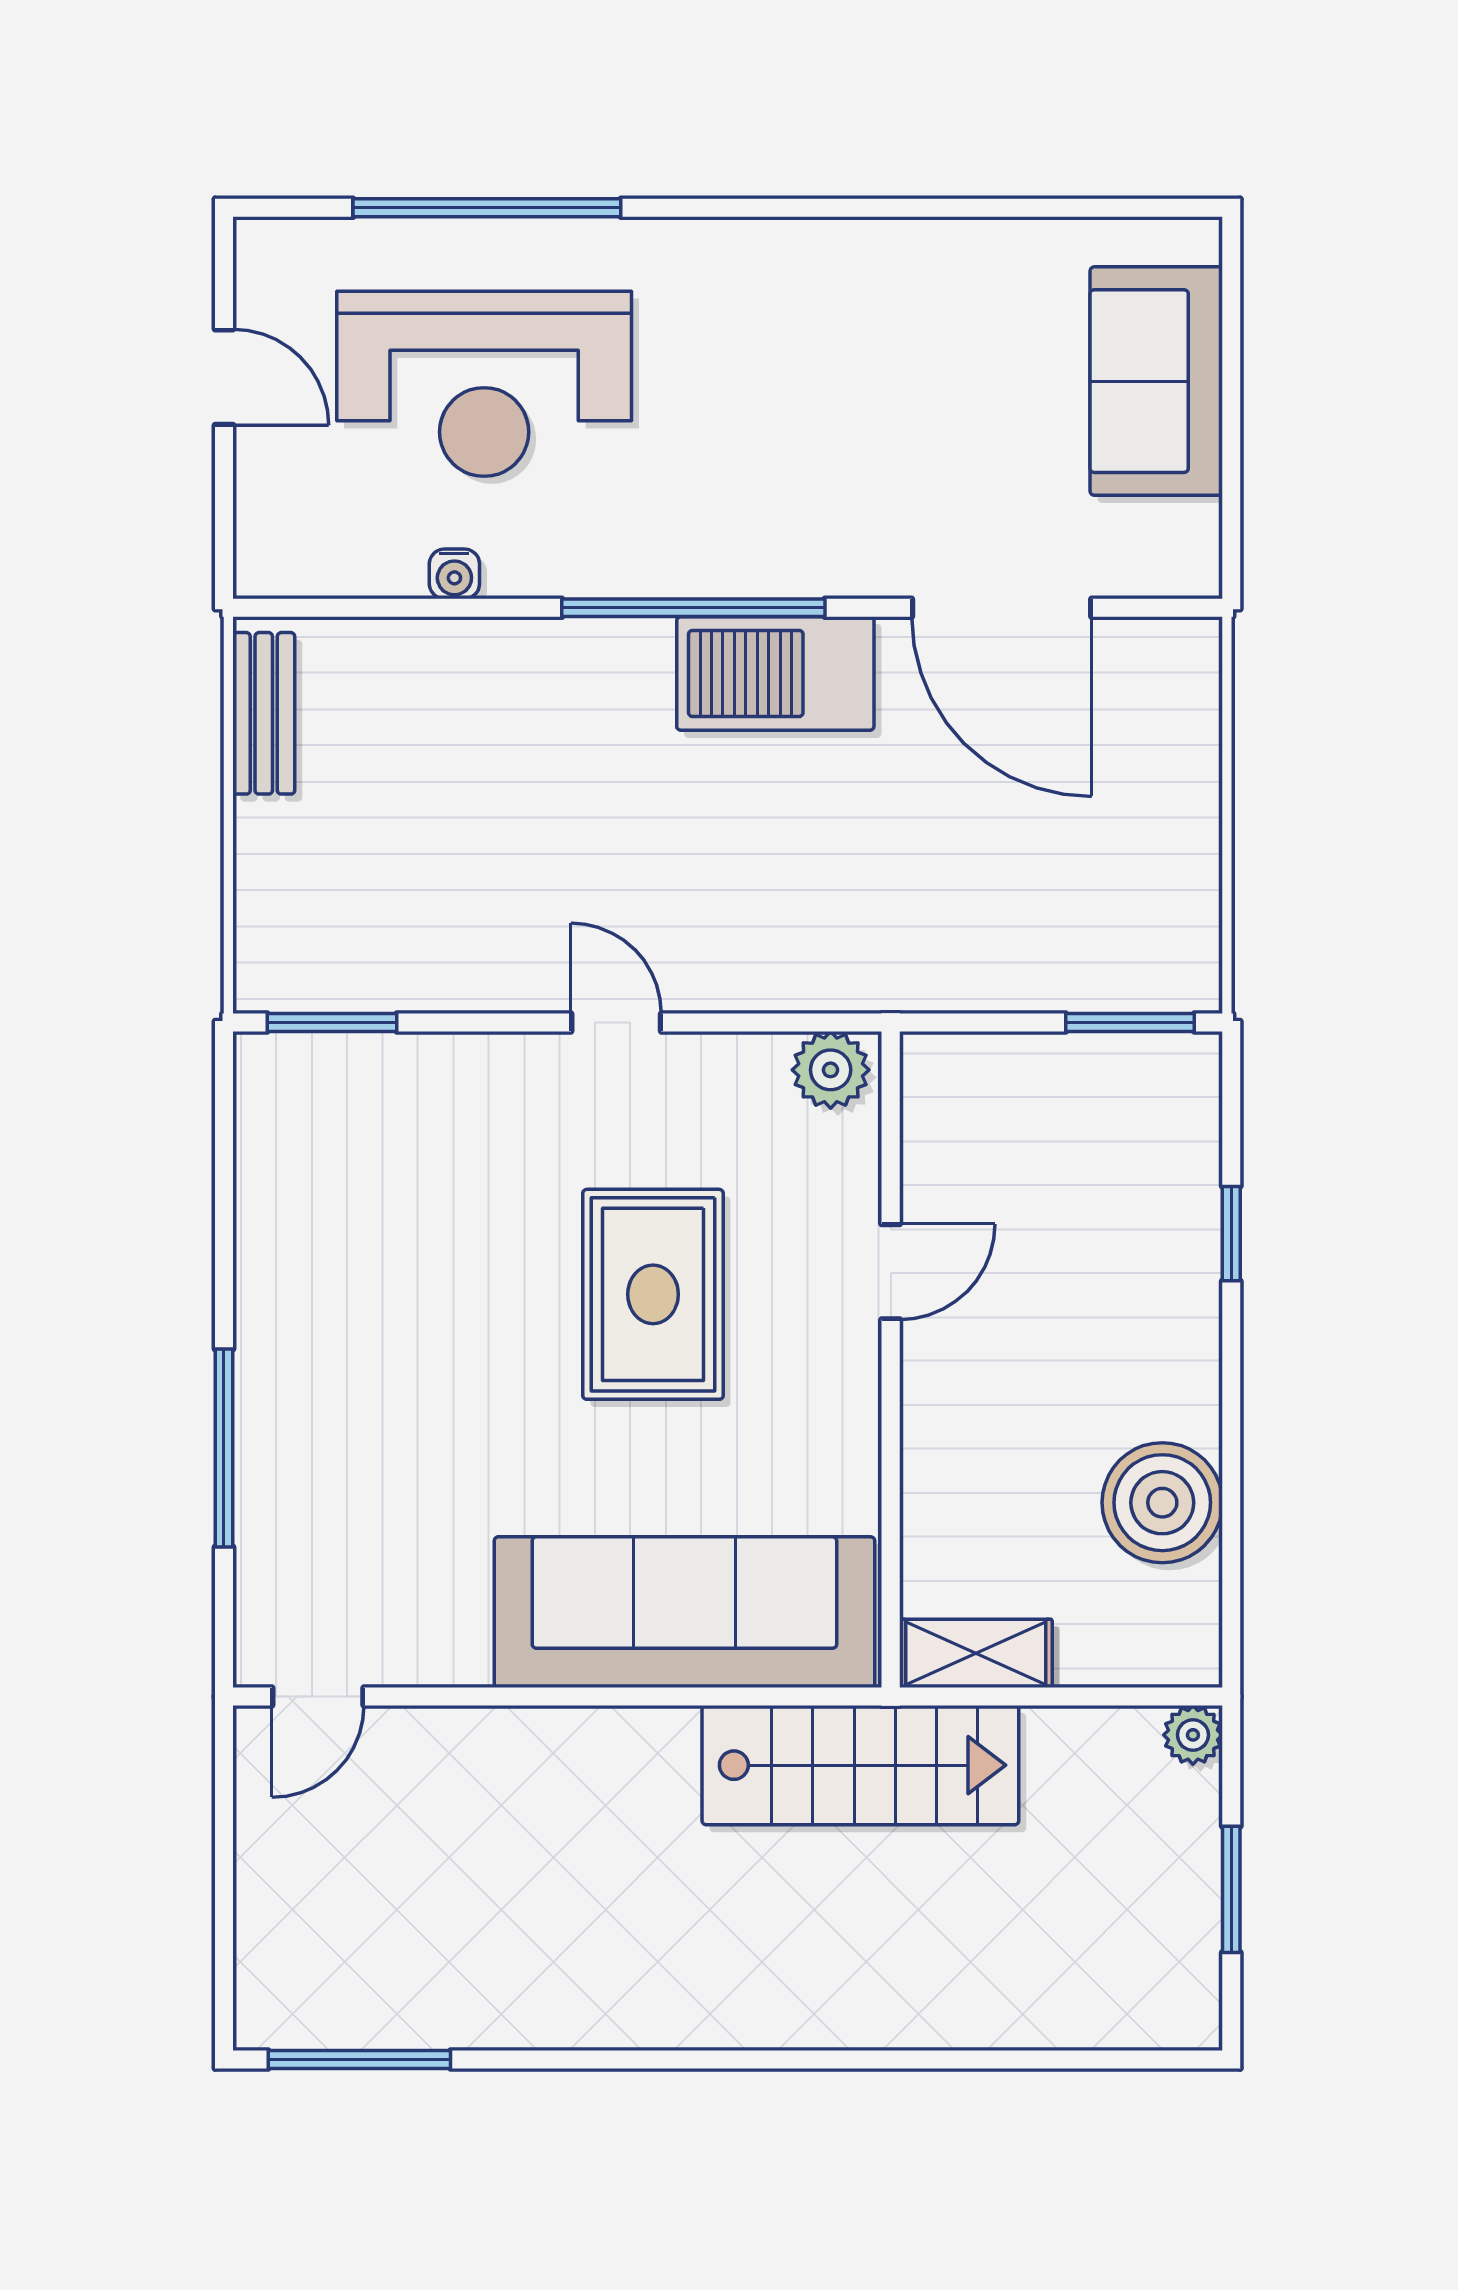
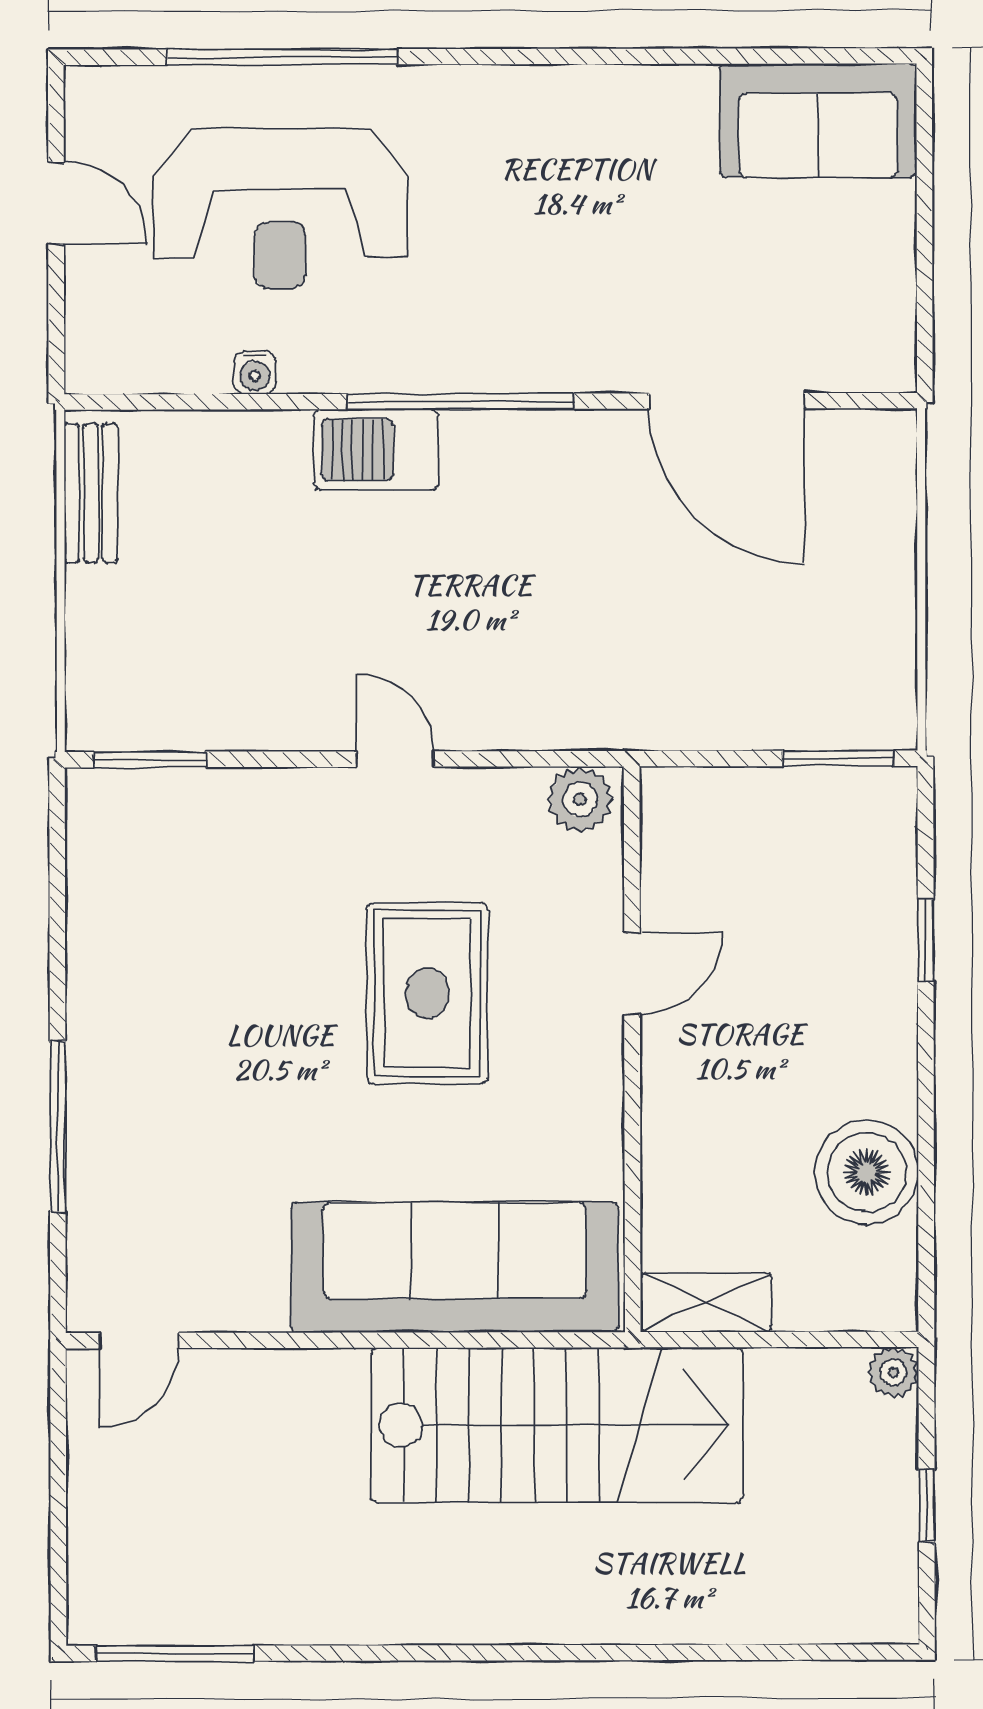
sofa: (1156, 381) -> (818, 121), moved, turned -90
barbecue: (775, 673) -> (376, 450), moved, width x0.73, depth x0.83
stairs: (860, 1765) -> (557, 1425), width x1.36, depth x1.51
window: (1231, 1889) -> (927, 1505), width x0.67

